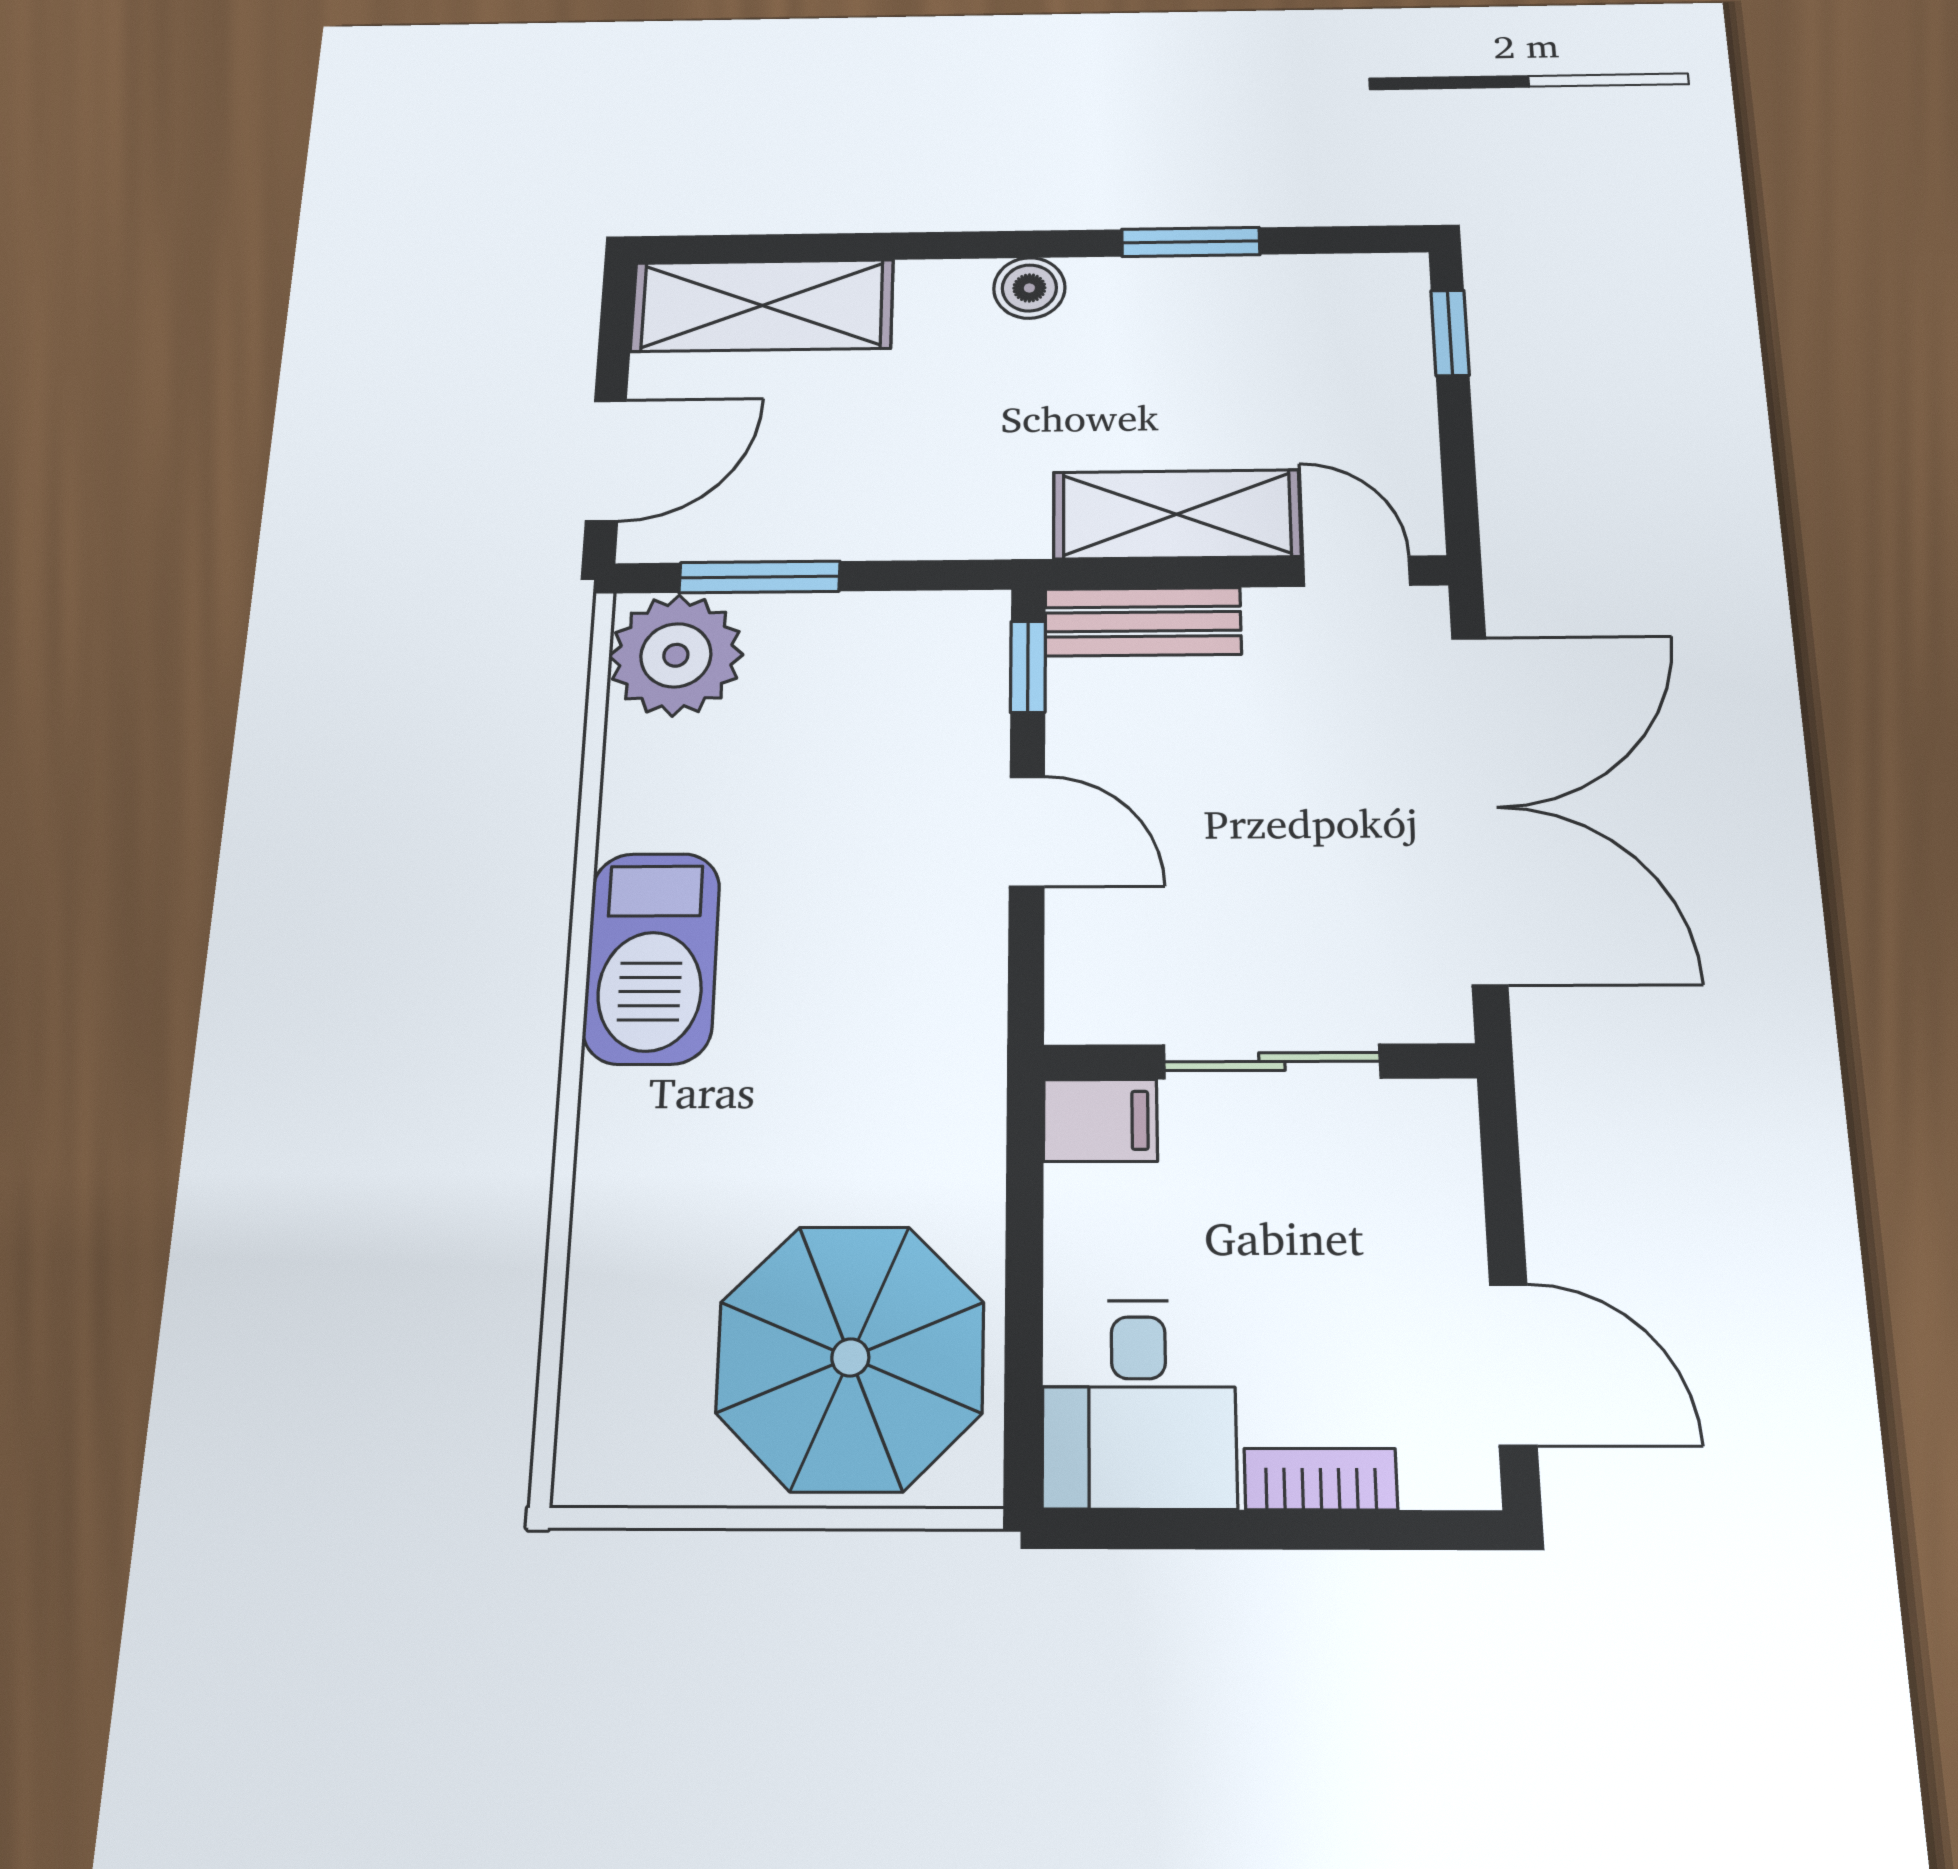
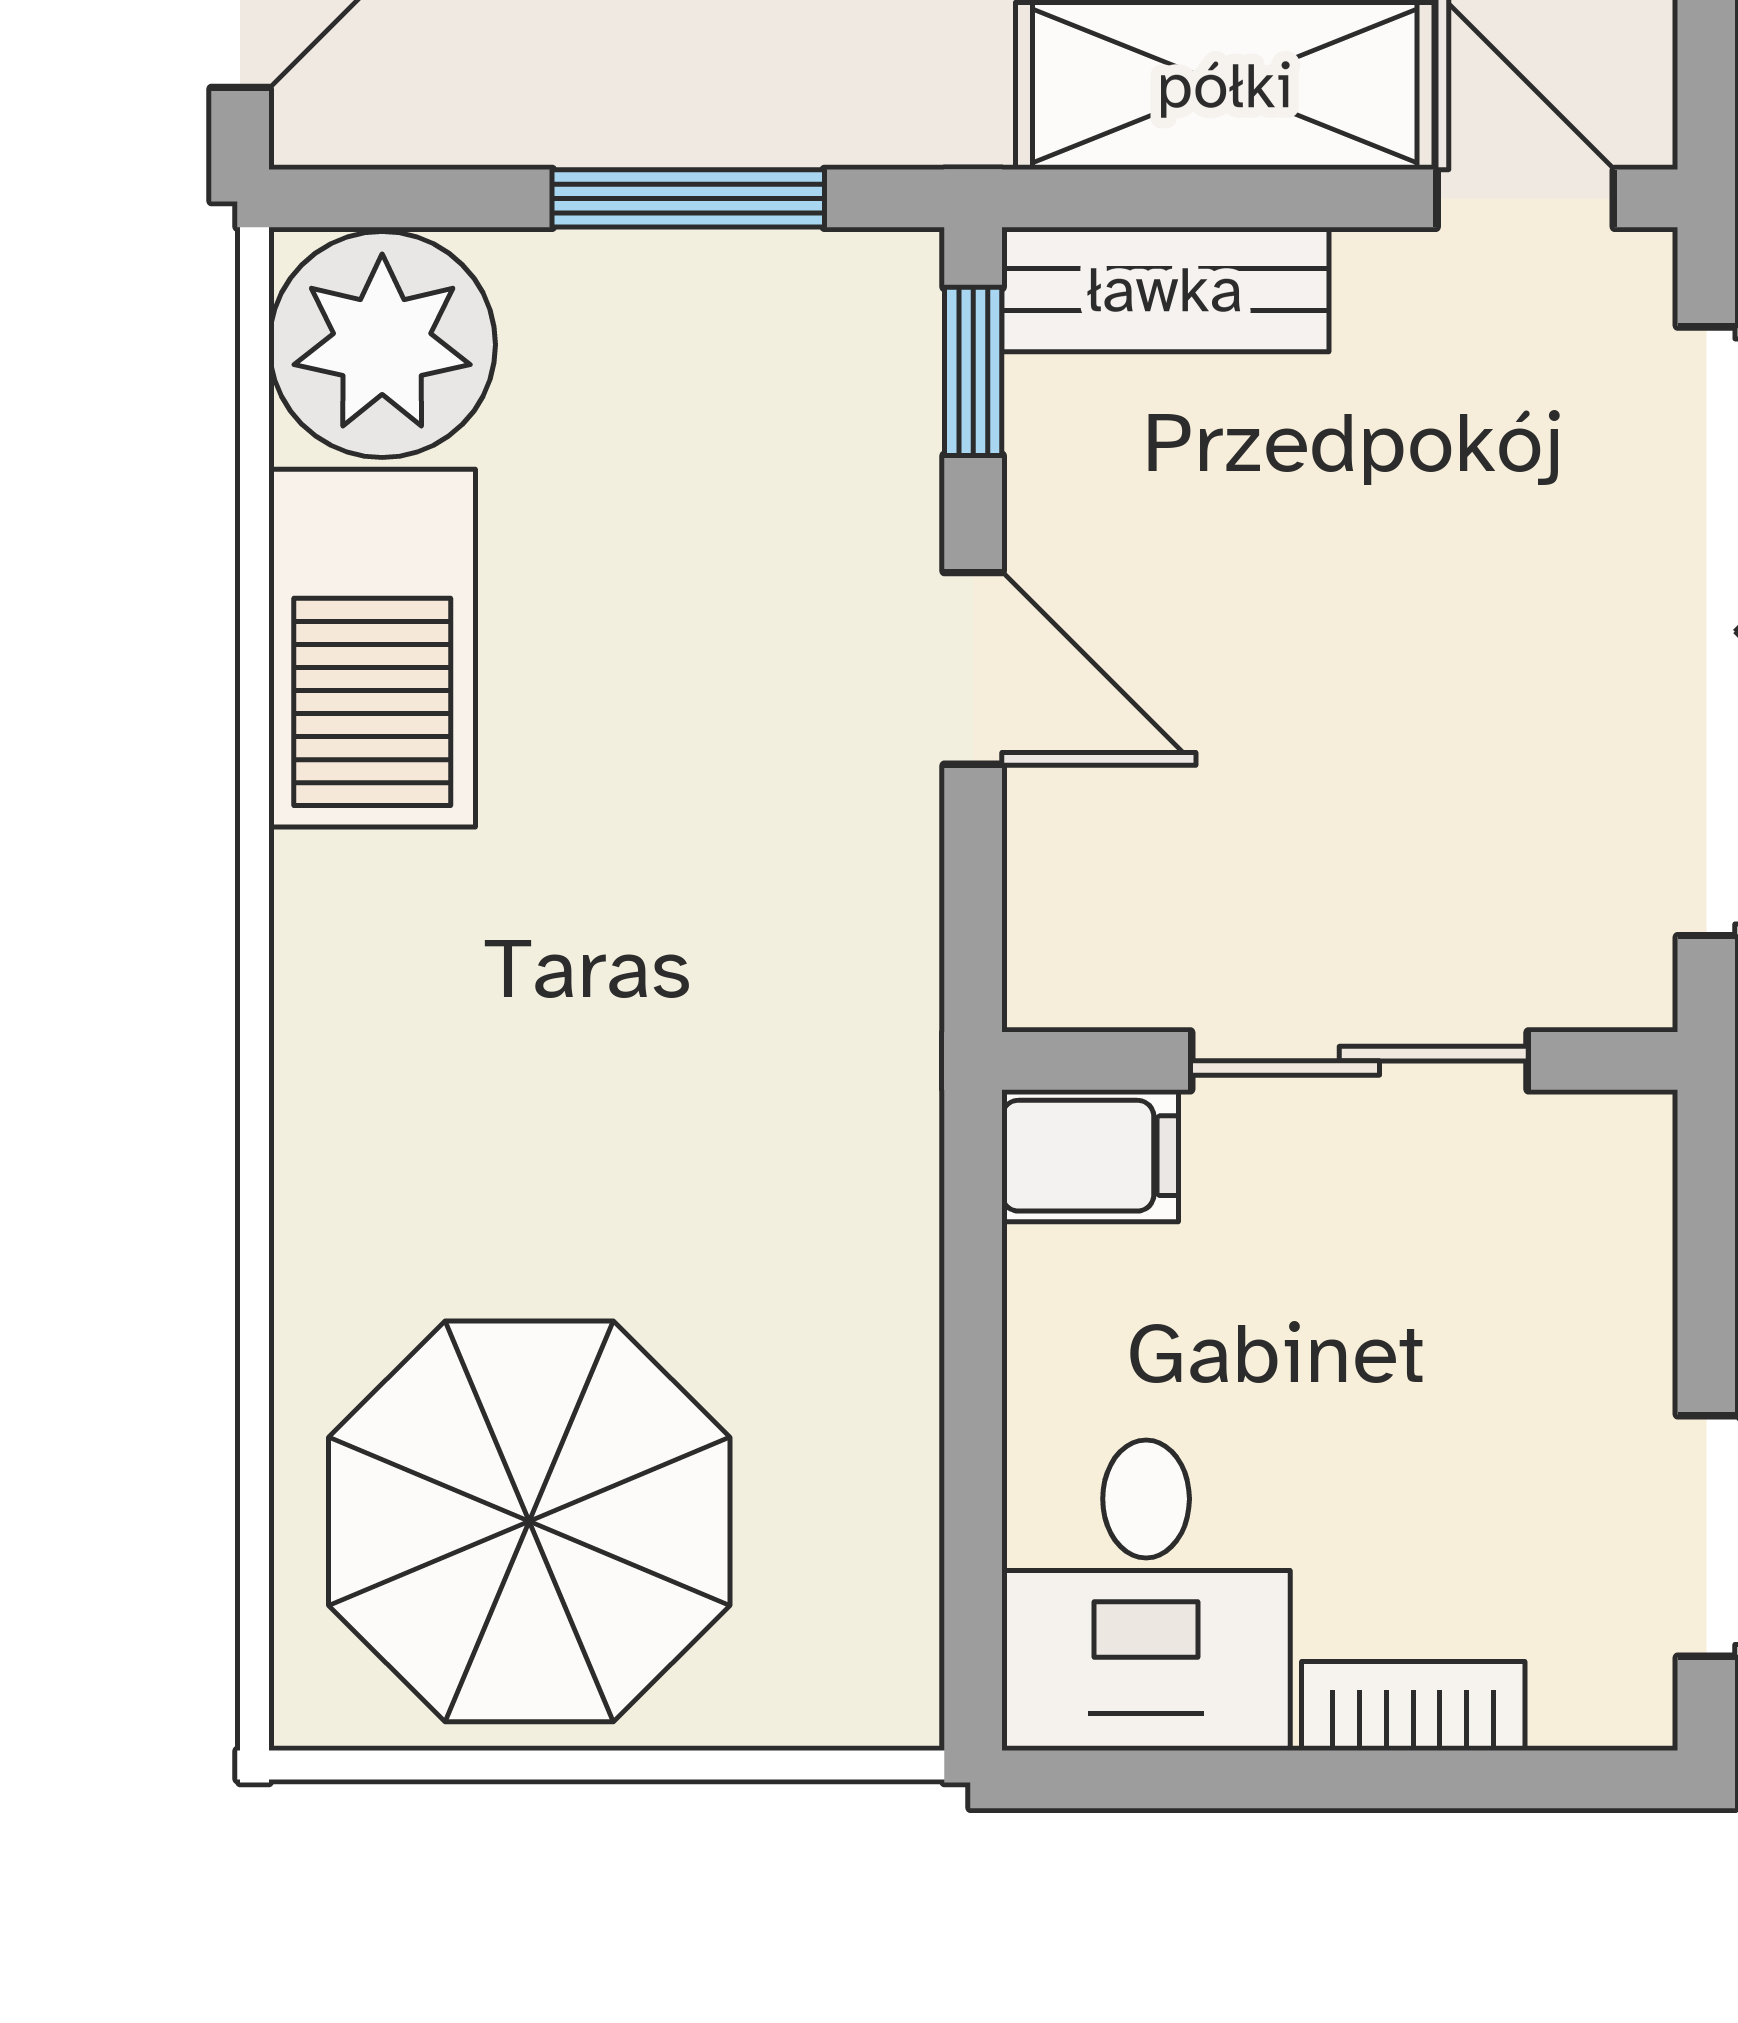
window: (760, 577) -> (688, 198), moved
barbecue: (652, 958) -> (372, 648), moved
parasol: (850, 1357) -> (529, 1521), moved

